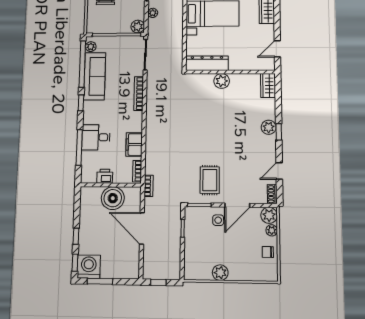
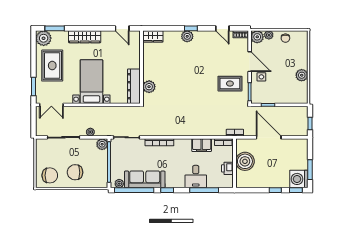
plant: (222, 81) -> (149, 87), moved
door: (142, 228) -> (269, 137), swing flipped

